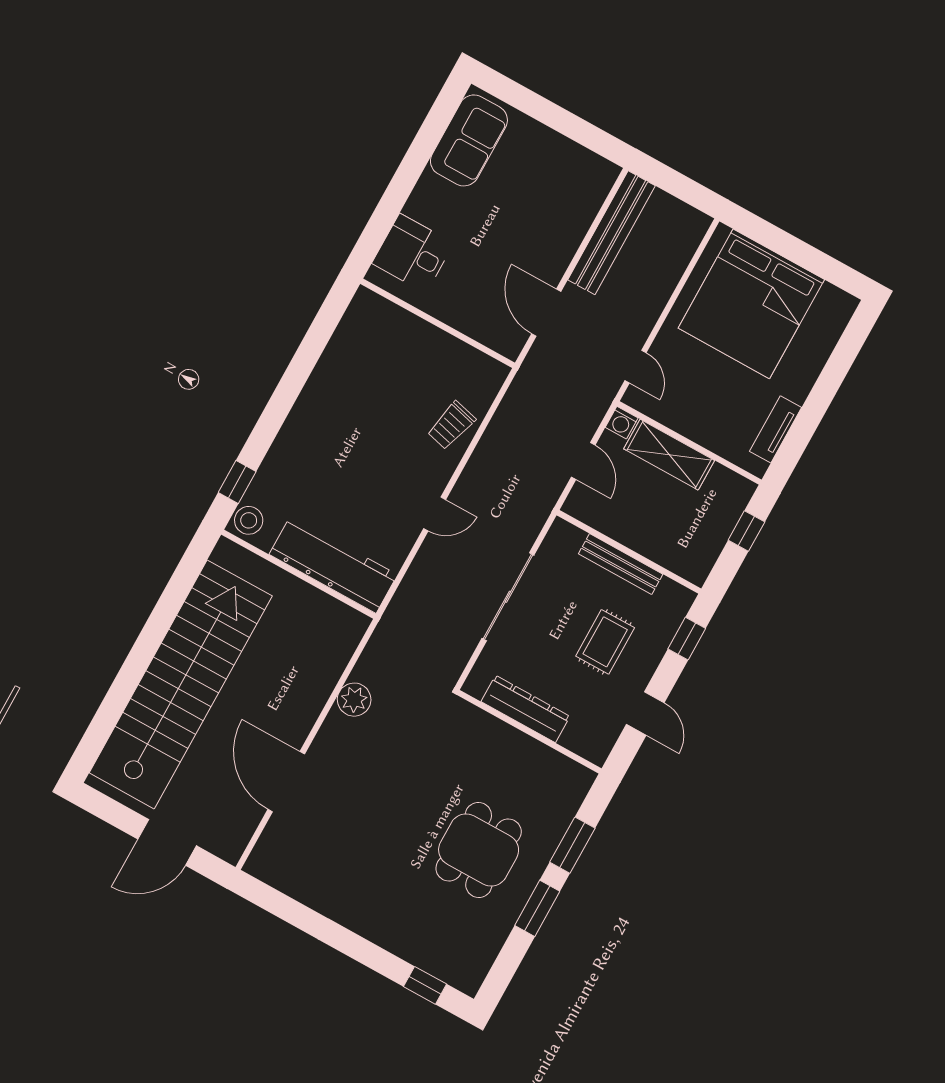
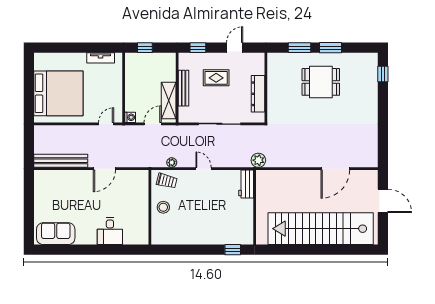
wall: (438, 323) -> (150, 207), moved
shelving: (669, 455) -> (169, 100), moved
plant: (483, 456) -> (172, 163), added
stool: (249, 520) -> (163, 207), moved
workbench: (333, 565) -> (246, 184), width x0.53, depth x0.76
plant: (354, 700) -> (258, 160), moved

